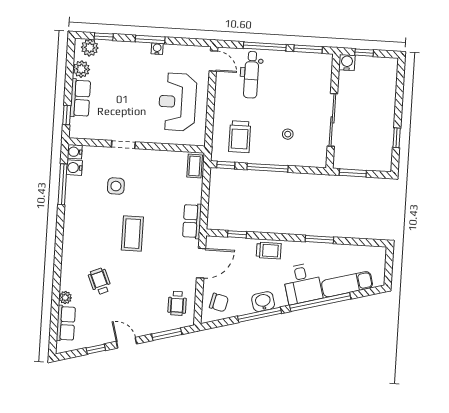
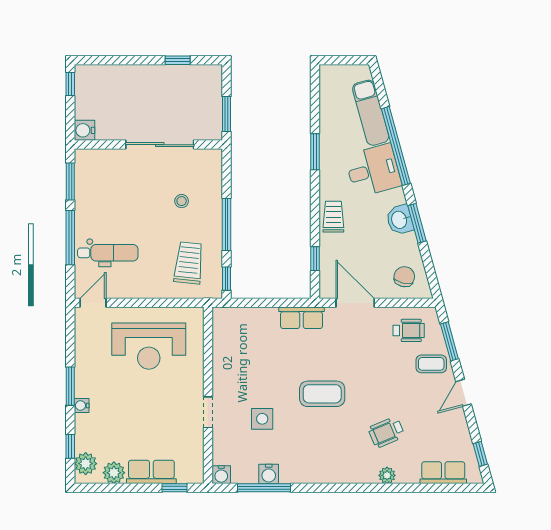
water cooler: (157, 49) -> (82, 405), moved
window: (364, 53) -> (70, 84), moved
trolley: (240, 137) -> (189, 263), turned -84
coffee table: (195, 166) -> (431, 364), moved
water cooler: (74, 168) -> (269, 474), moved
plant: (65, 298) -> (387, 475), moved
window: (260, 315) -> (417, 223), width x0.69
window: (96, 349) -> (480, 454), moved

